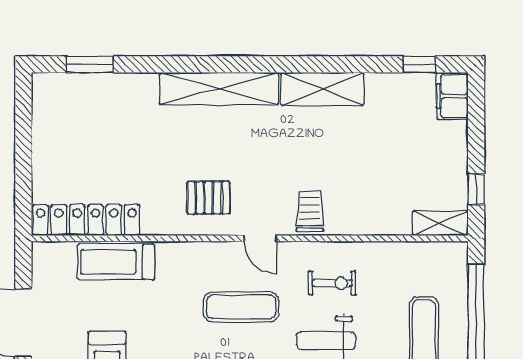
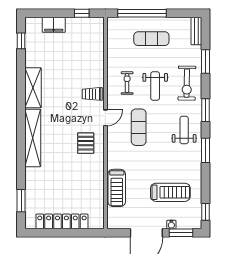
filing cabinet: (452, 96) -> (54, 25), moved
locker: (86, 220) -> (62, 221), moved, turned 90
shelving: (440, 223) -> (98, 31), removed

